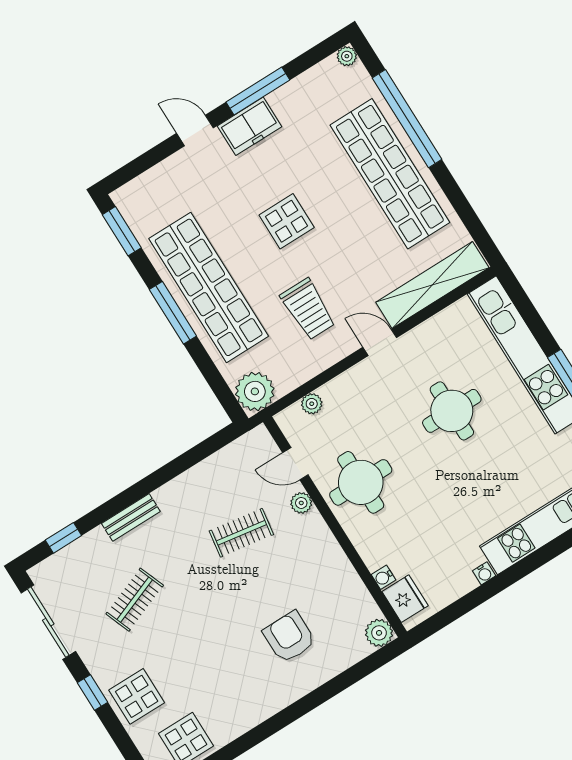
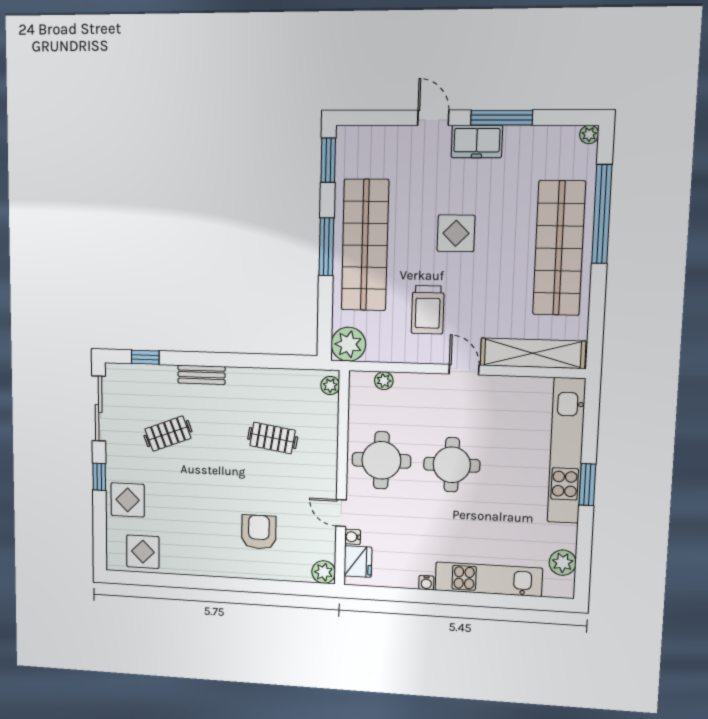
round table: (452, 411) -> (452, 465), moved
door: (295, 464) -> (341, 513), moved
plant: (301, 503) -> (330, 386), moved

